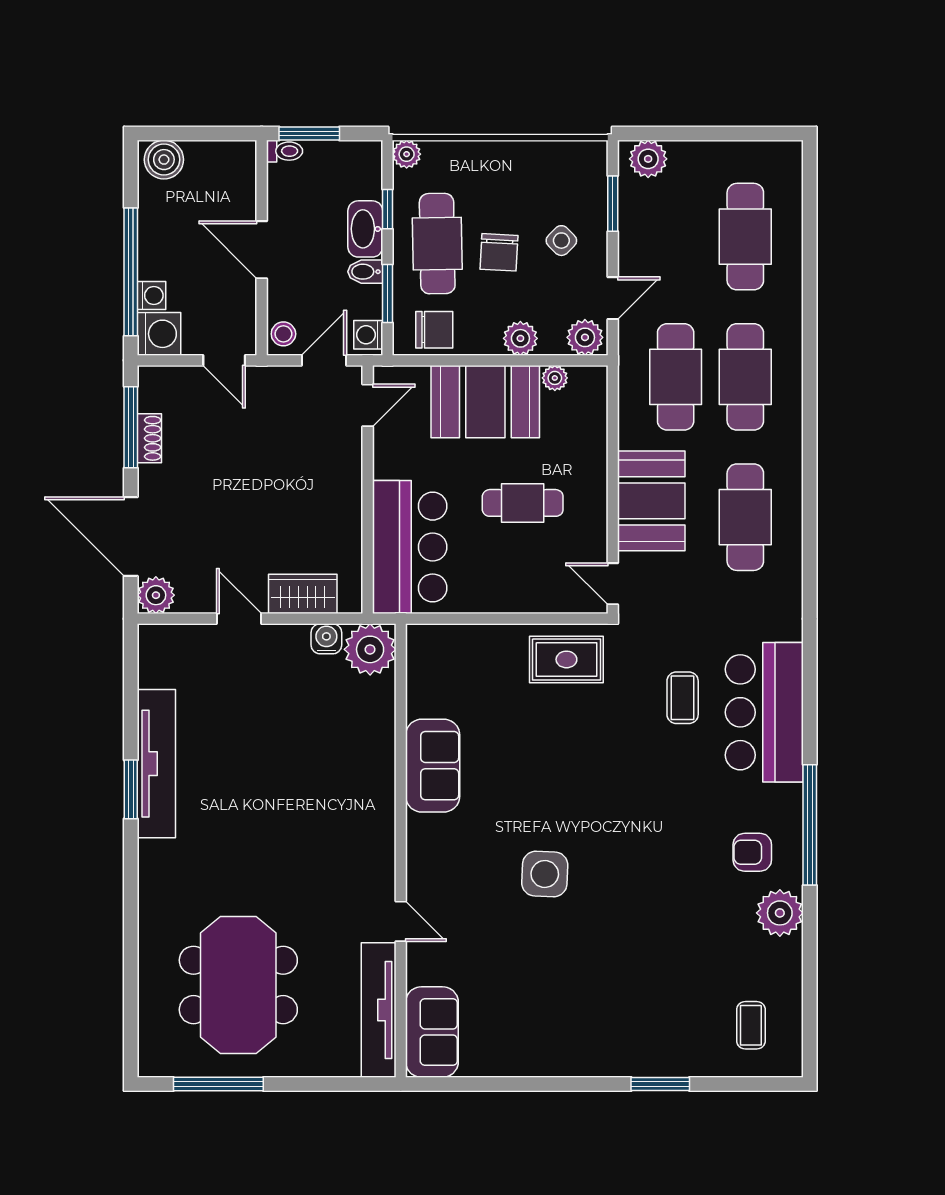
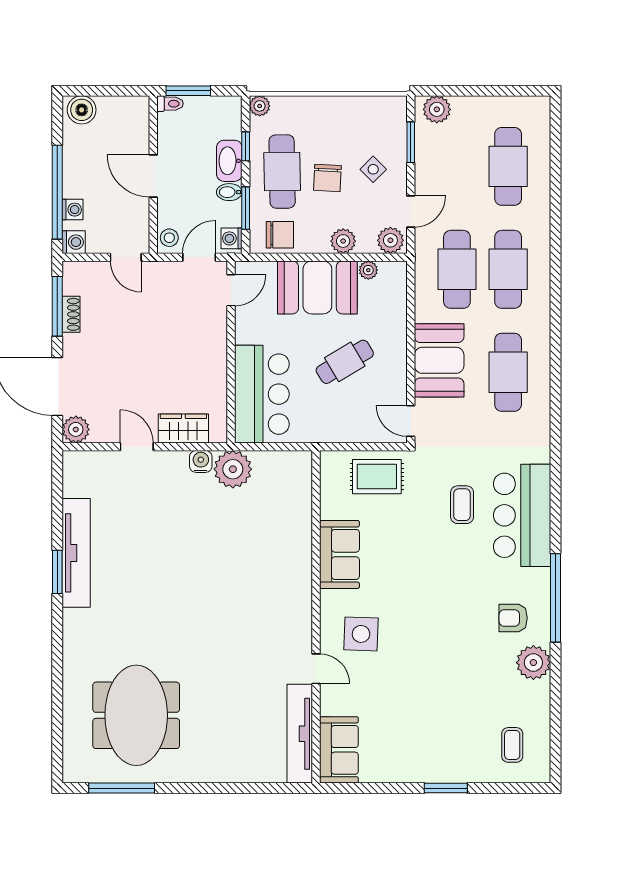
washing machine: (159, 334) -> (74, 242), width x0.73, depth x0.73
cafe table: (523, 503) -> (345, 362), turned -31
sofa: (433, 766) -> (339, 554), moved
wall: (401, 851) -> (316, 617), moved
door: (401, 921) -> (316, 669), moved
tv unit: (379, 1010) -> (300, 734), moved
sofa: (432, 1032) -> (339, 750), moved

